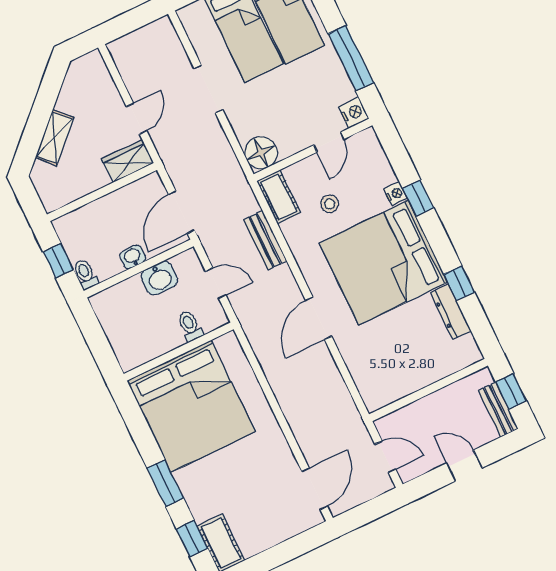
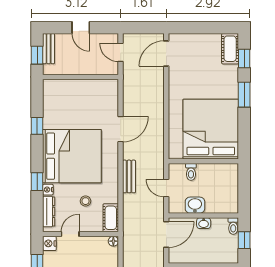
floor lamp: (261, 153) -> (113, 241), width x0.53, depth x0.53
bench: (265, 240) -> (129, 176), moved
dresser: (451, 312) -> (49, 212), moved
door: (319, 318) -> (121, 129), moved

